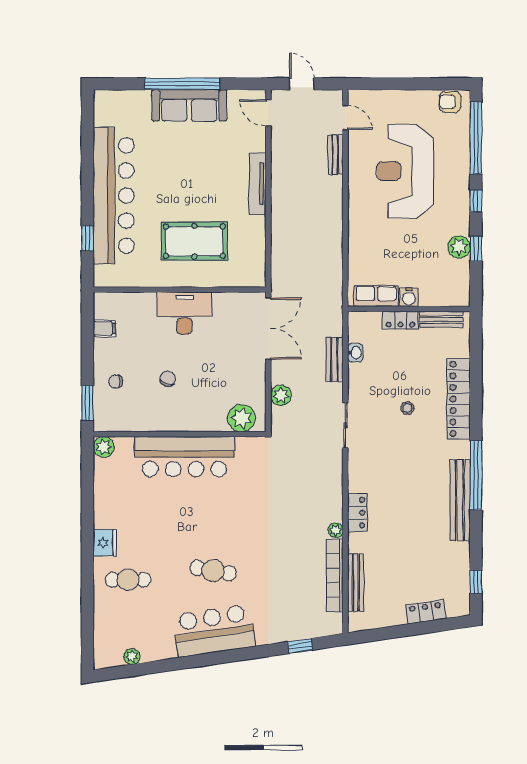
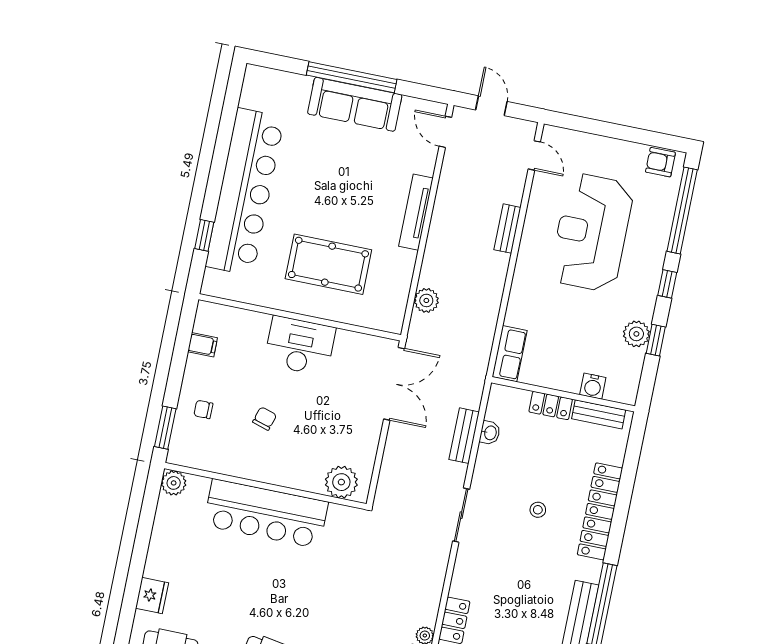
bench: (335, 154) -> (507, 229), moved
row of seats: (376, 296) -> (510, 354), moved, turned 90
water cooler: (409, 297) -> (593, 386), moved
plant: (281, 395) -> (426, 300), moved

